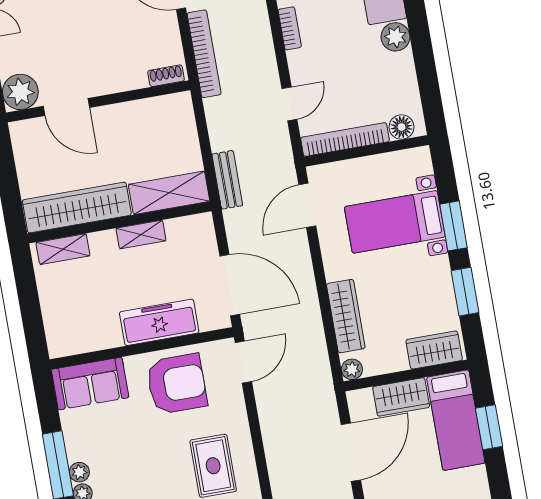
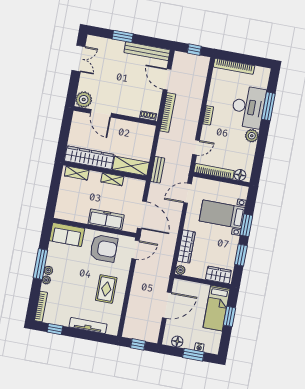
wardrobe: (401, 397) -> (197, 290), removed

